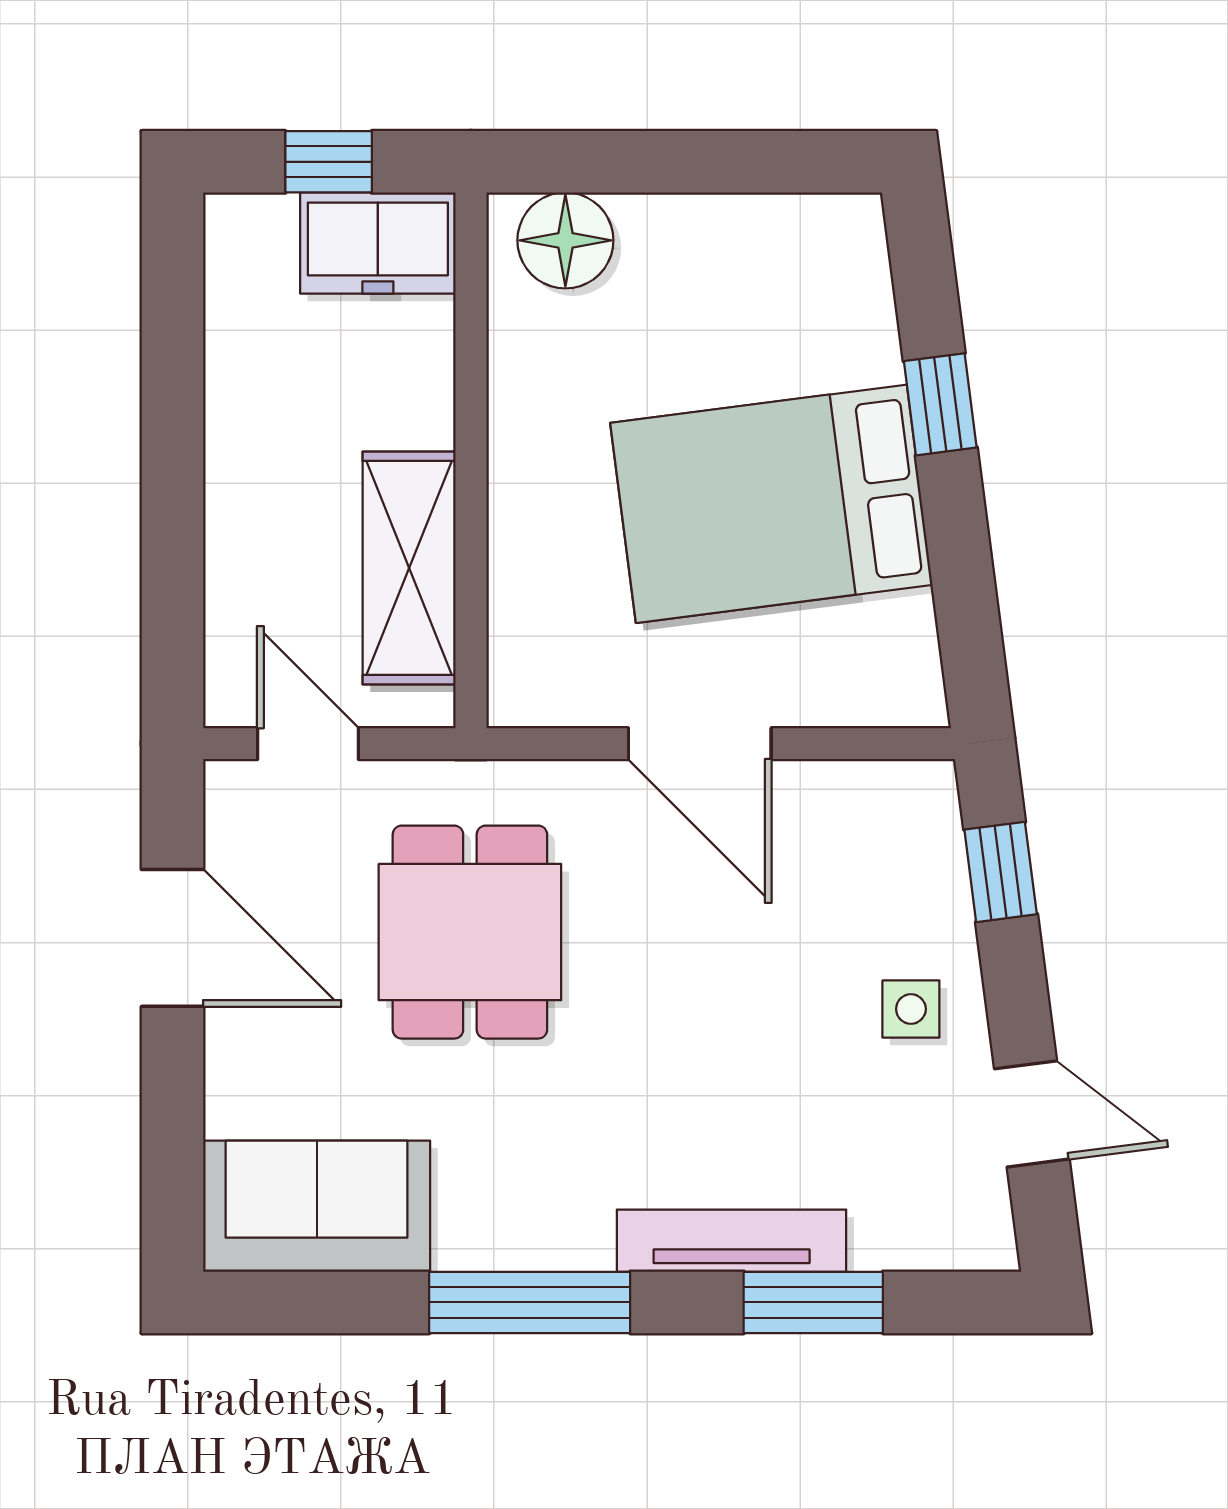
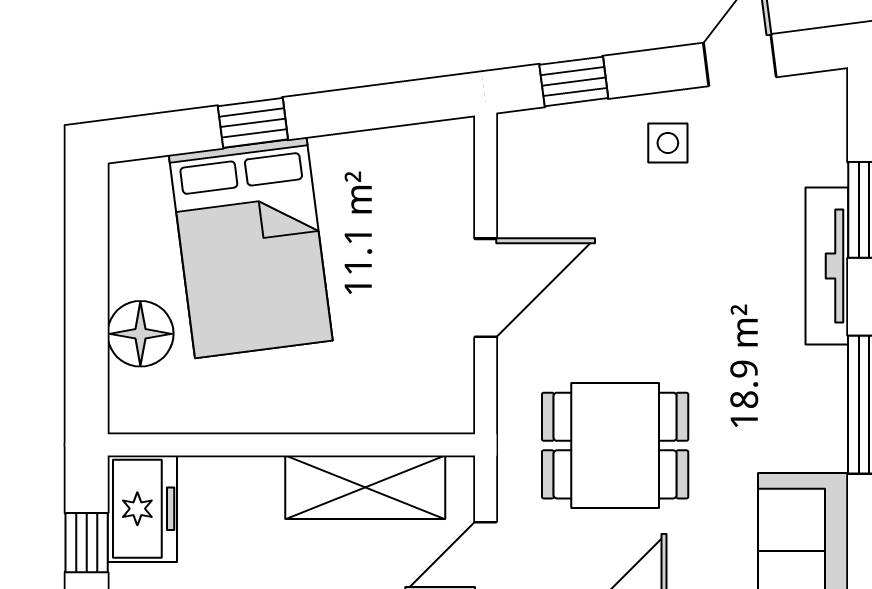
floor lamp: (565, 240) -> (140, 334), moved
bed: (771, 504) -> (251, 248), moved

